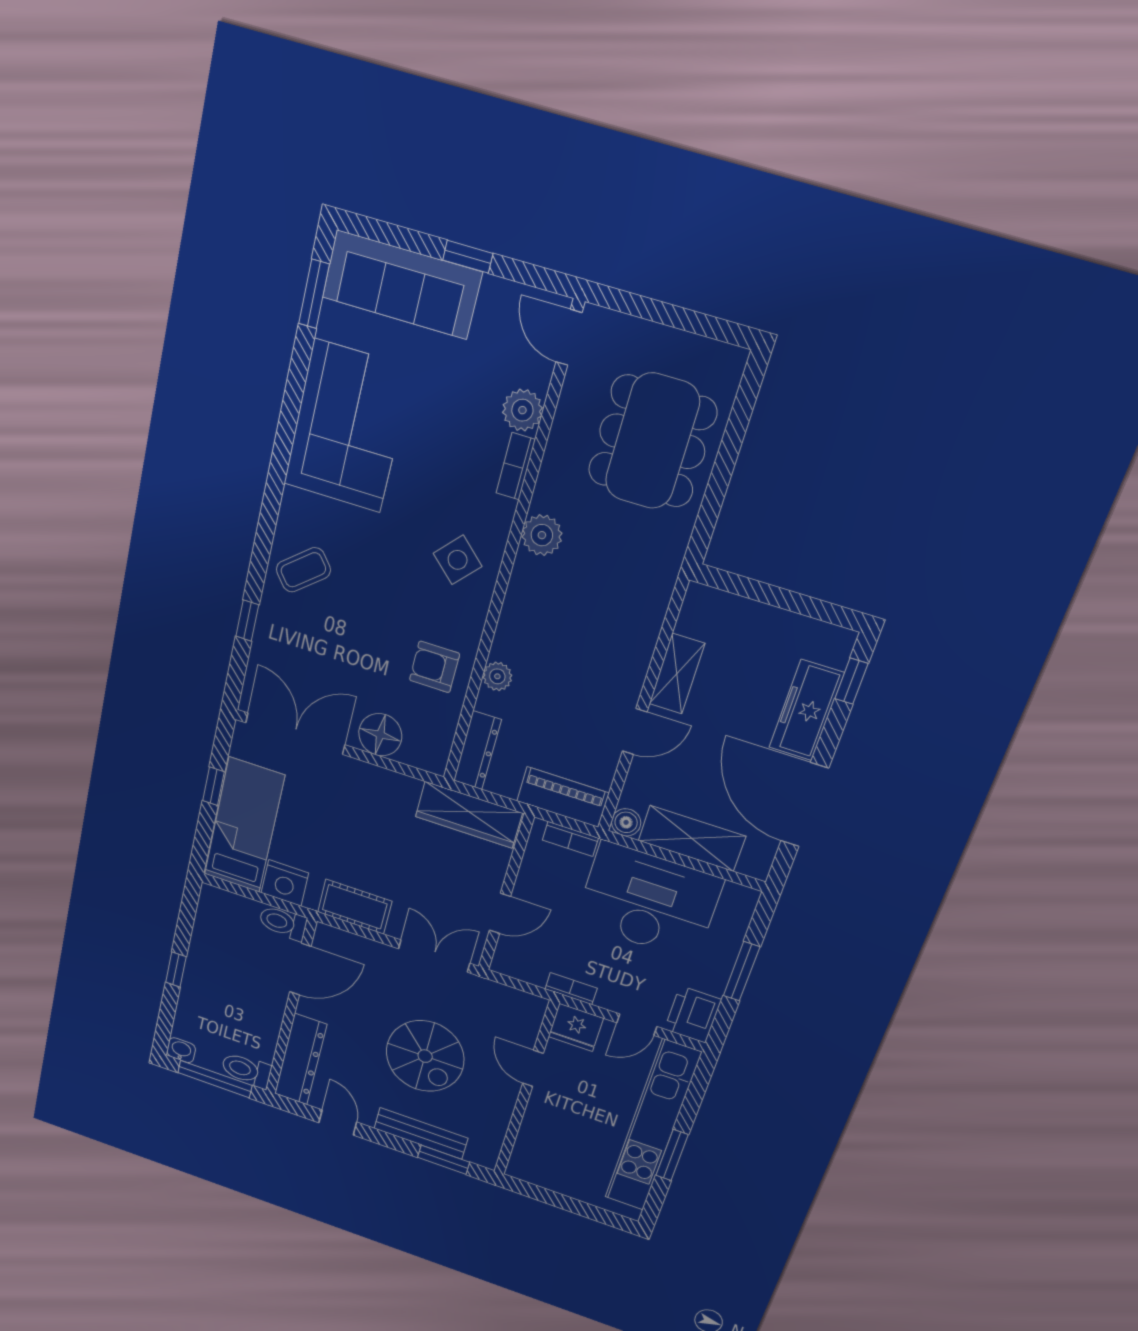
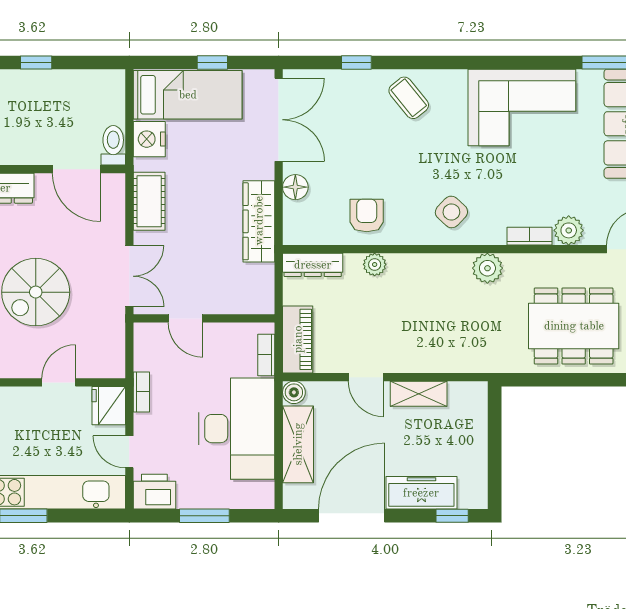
floor lamp: (380, 735) -> (295, 187), width x0.73, depth x0.73
wardrobe: (469, 815) -> (259, 221), moved

